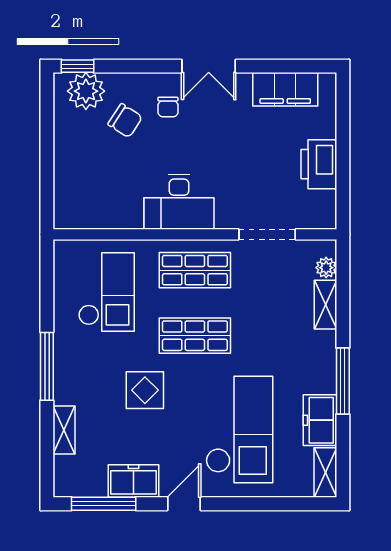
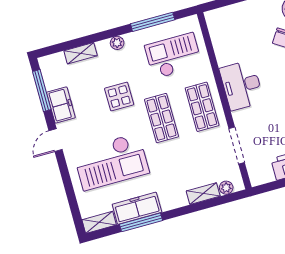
checkout: (106, 292) -> (173, 56), turned 180
window: (47, 366) -> (153, 22), moved
plant: (64, 371) -> (117, 43), added
window: (343, 381) -> (141, 222), moved
freezer: (320, 420) -> (137, 208), width x1.40
door: (184, 504) -> (56, 140), swing flipped

